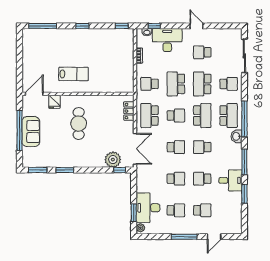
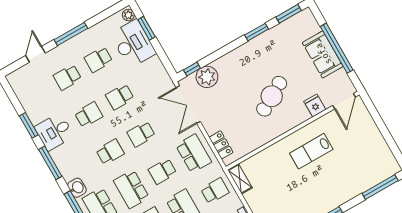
shelving: (129, 82) -> (240, 179), added
cafe table: (79, 124) -> (272, 96), turned 60

